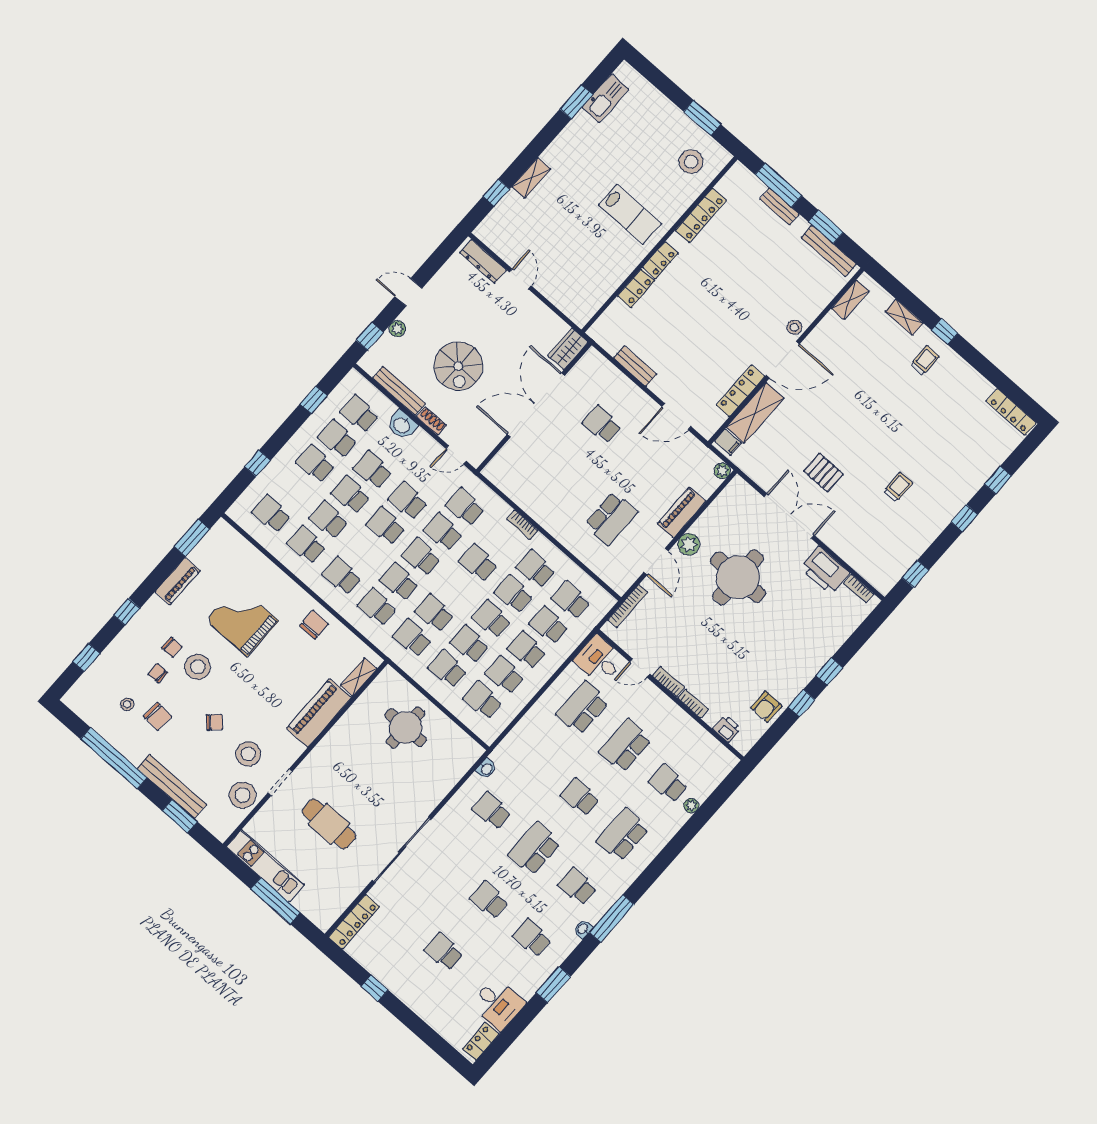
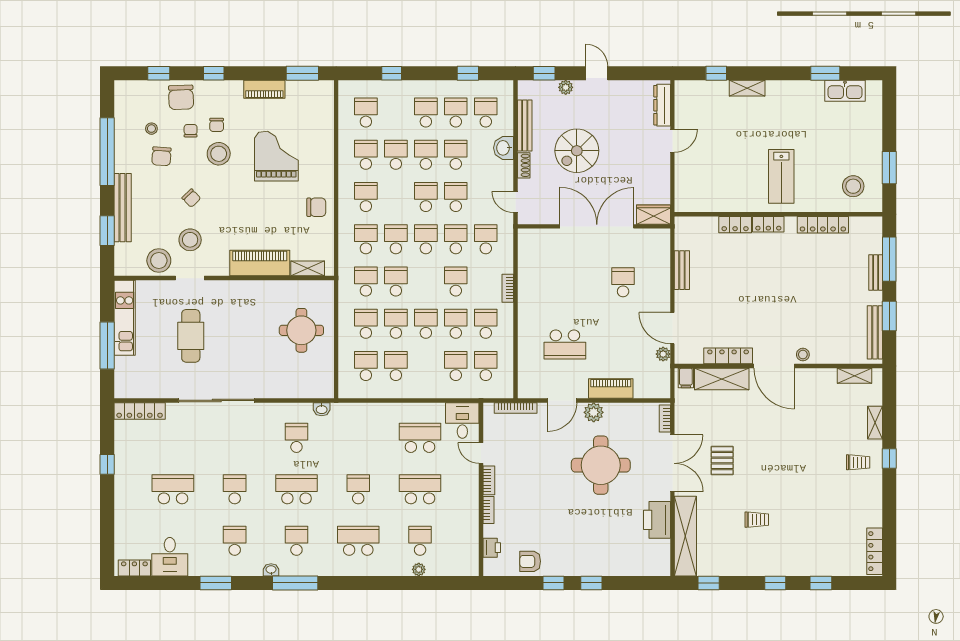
plant: (722, 471) -> (663, 354), moved
shelving: (859, 559) -> (685, 536), added
bookcase: (859, 589) -> (665, 419), moved
school desk: (527, 650) -> (426, 366), removed
chair: (123, 657) -> (181, 97), added
school desk: (444, 952) -> (173, 489), width x1.85

